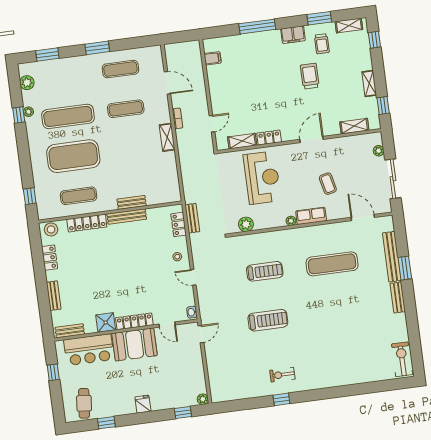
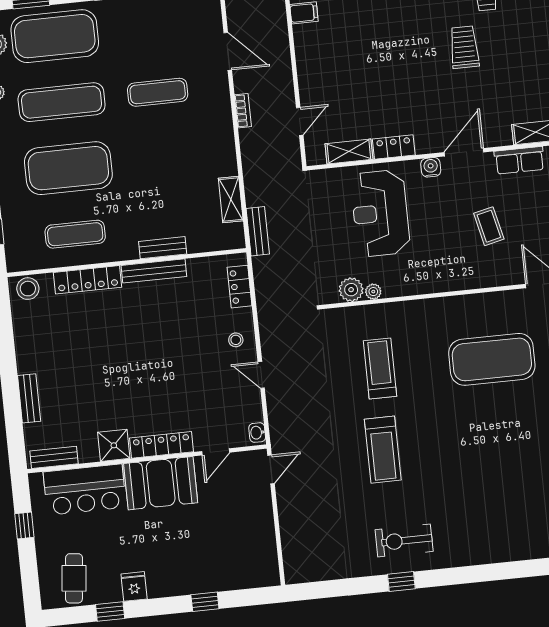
exercise mat: (120, 69) -> (55, 36), moved, width x2.00, depth x1.45
shelving: (167, 137) -> (231, 199), moved
water cooler: (292, 149) -> (431, 167), added
reception desk: (262, 178) -> (380, 213), turned 180
row of seats: (311, 216) -> (519, 160), moved, turned 180
bench: (192, 218) -> (258, 231), moved
plant: (291, 221) -> (373, 292), moved
locker: (50, 258) -> (24, 335), removed
exercise mat: (332, 264) -> (492, 359), width x1.47
treadmill: (265, 271) -> (380, 368), turned -90
treadmill: (268, 320) -> (383, 450), turned 90
door: (167, 325) -> (216, 452), hinge flipped
exercise bike: (282, 375) -> (404, 541), width x1.38, depth x1.39
plant: (203, 399) -> (271, 577), removed
fridge: (143, 404) -> (134, 586), moved
window: (183, 413) -> (205, 602), moved

